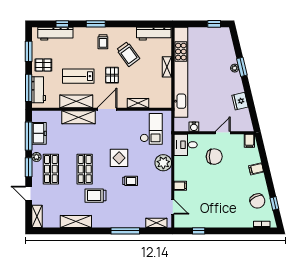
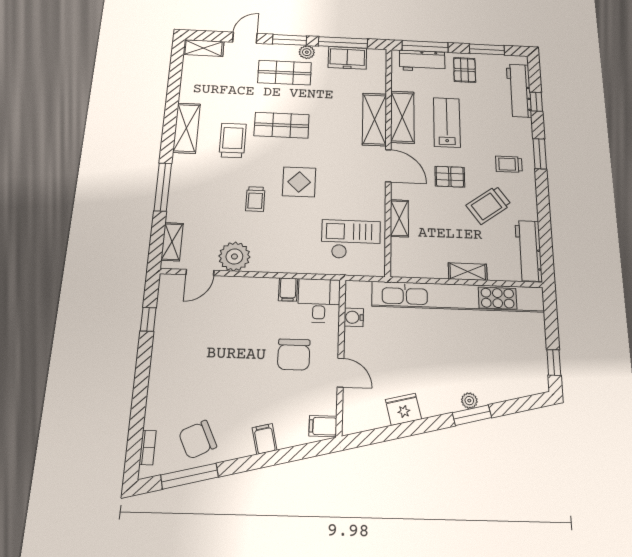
checkout: (151, 129) -> (351, 239), turned 180
plant: (163, 163) -> (234, 256), moved
filing cabinet: (180, 186) -> (288, 290), moved
window: (274, 203) -> (189, 476), width x2.17
shelving: (76, 221) -> (186, 128), moved

